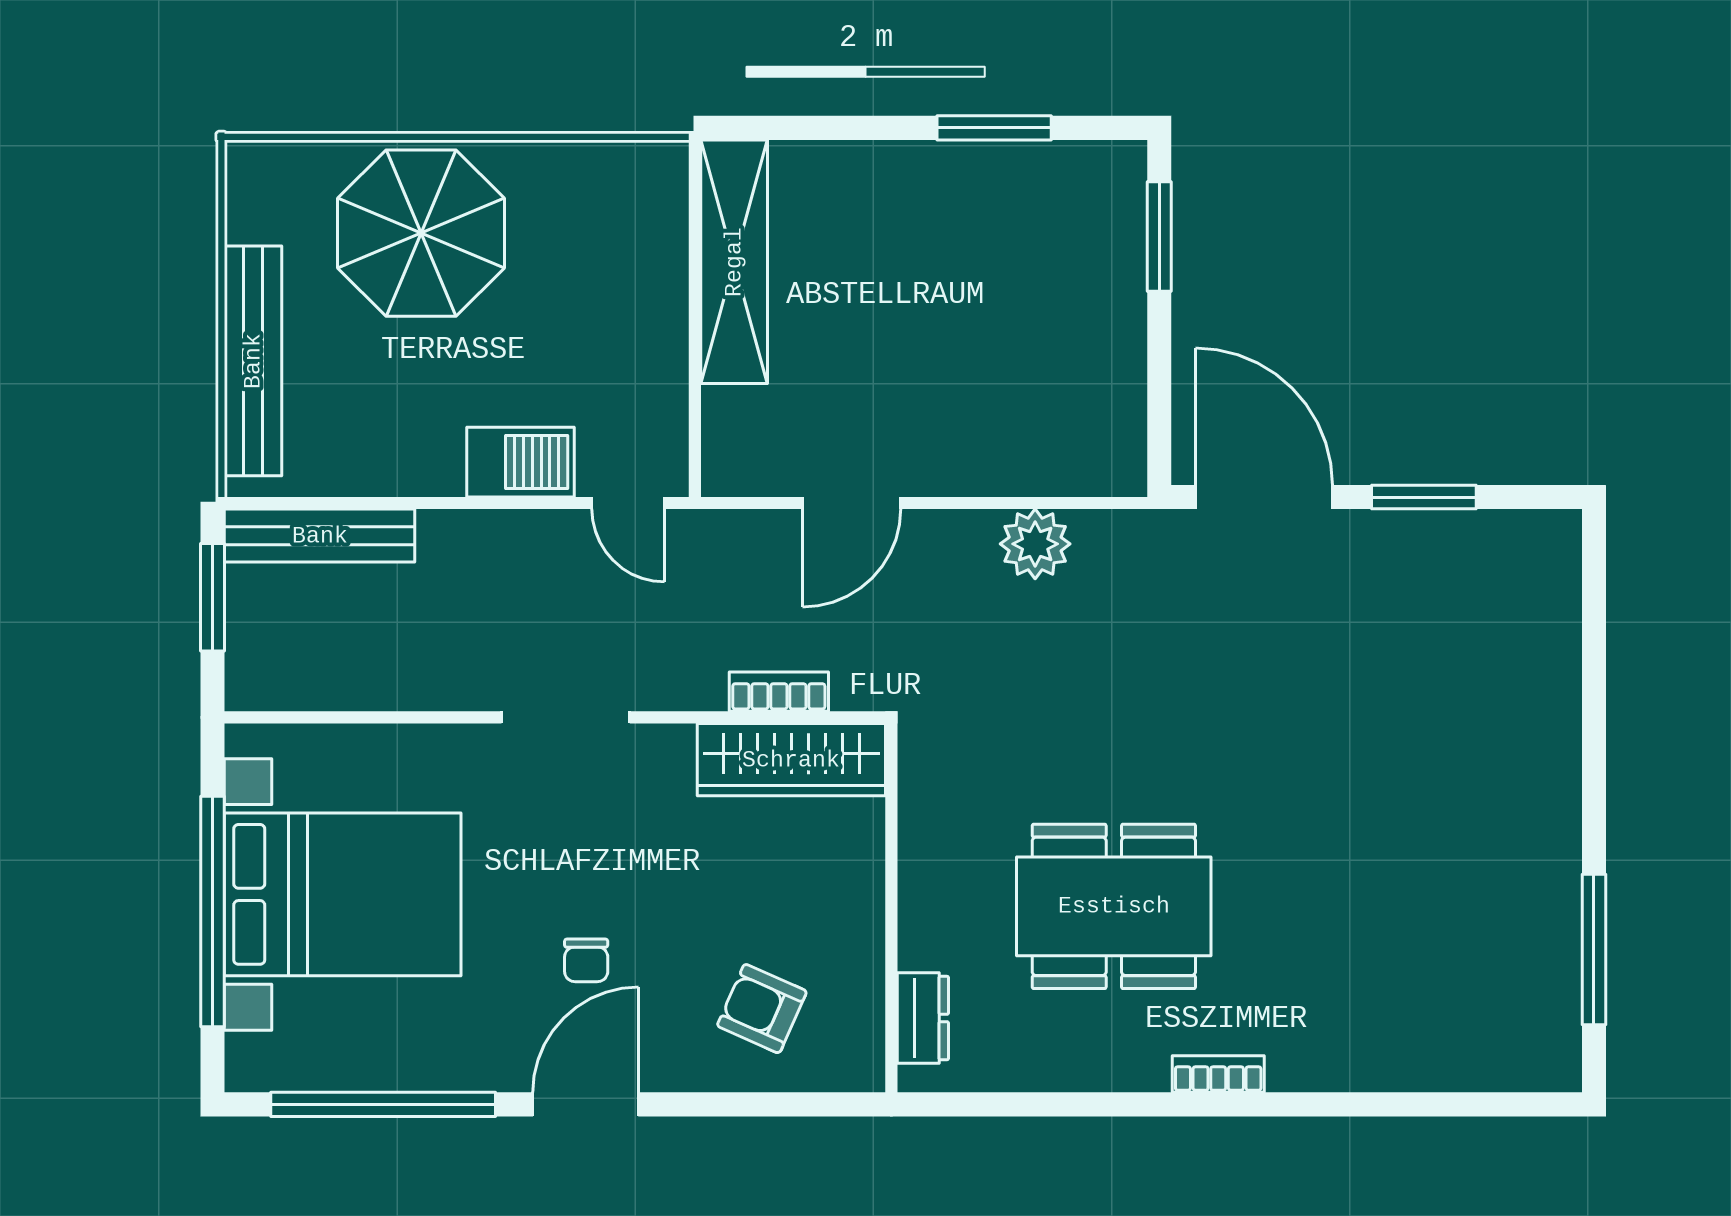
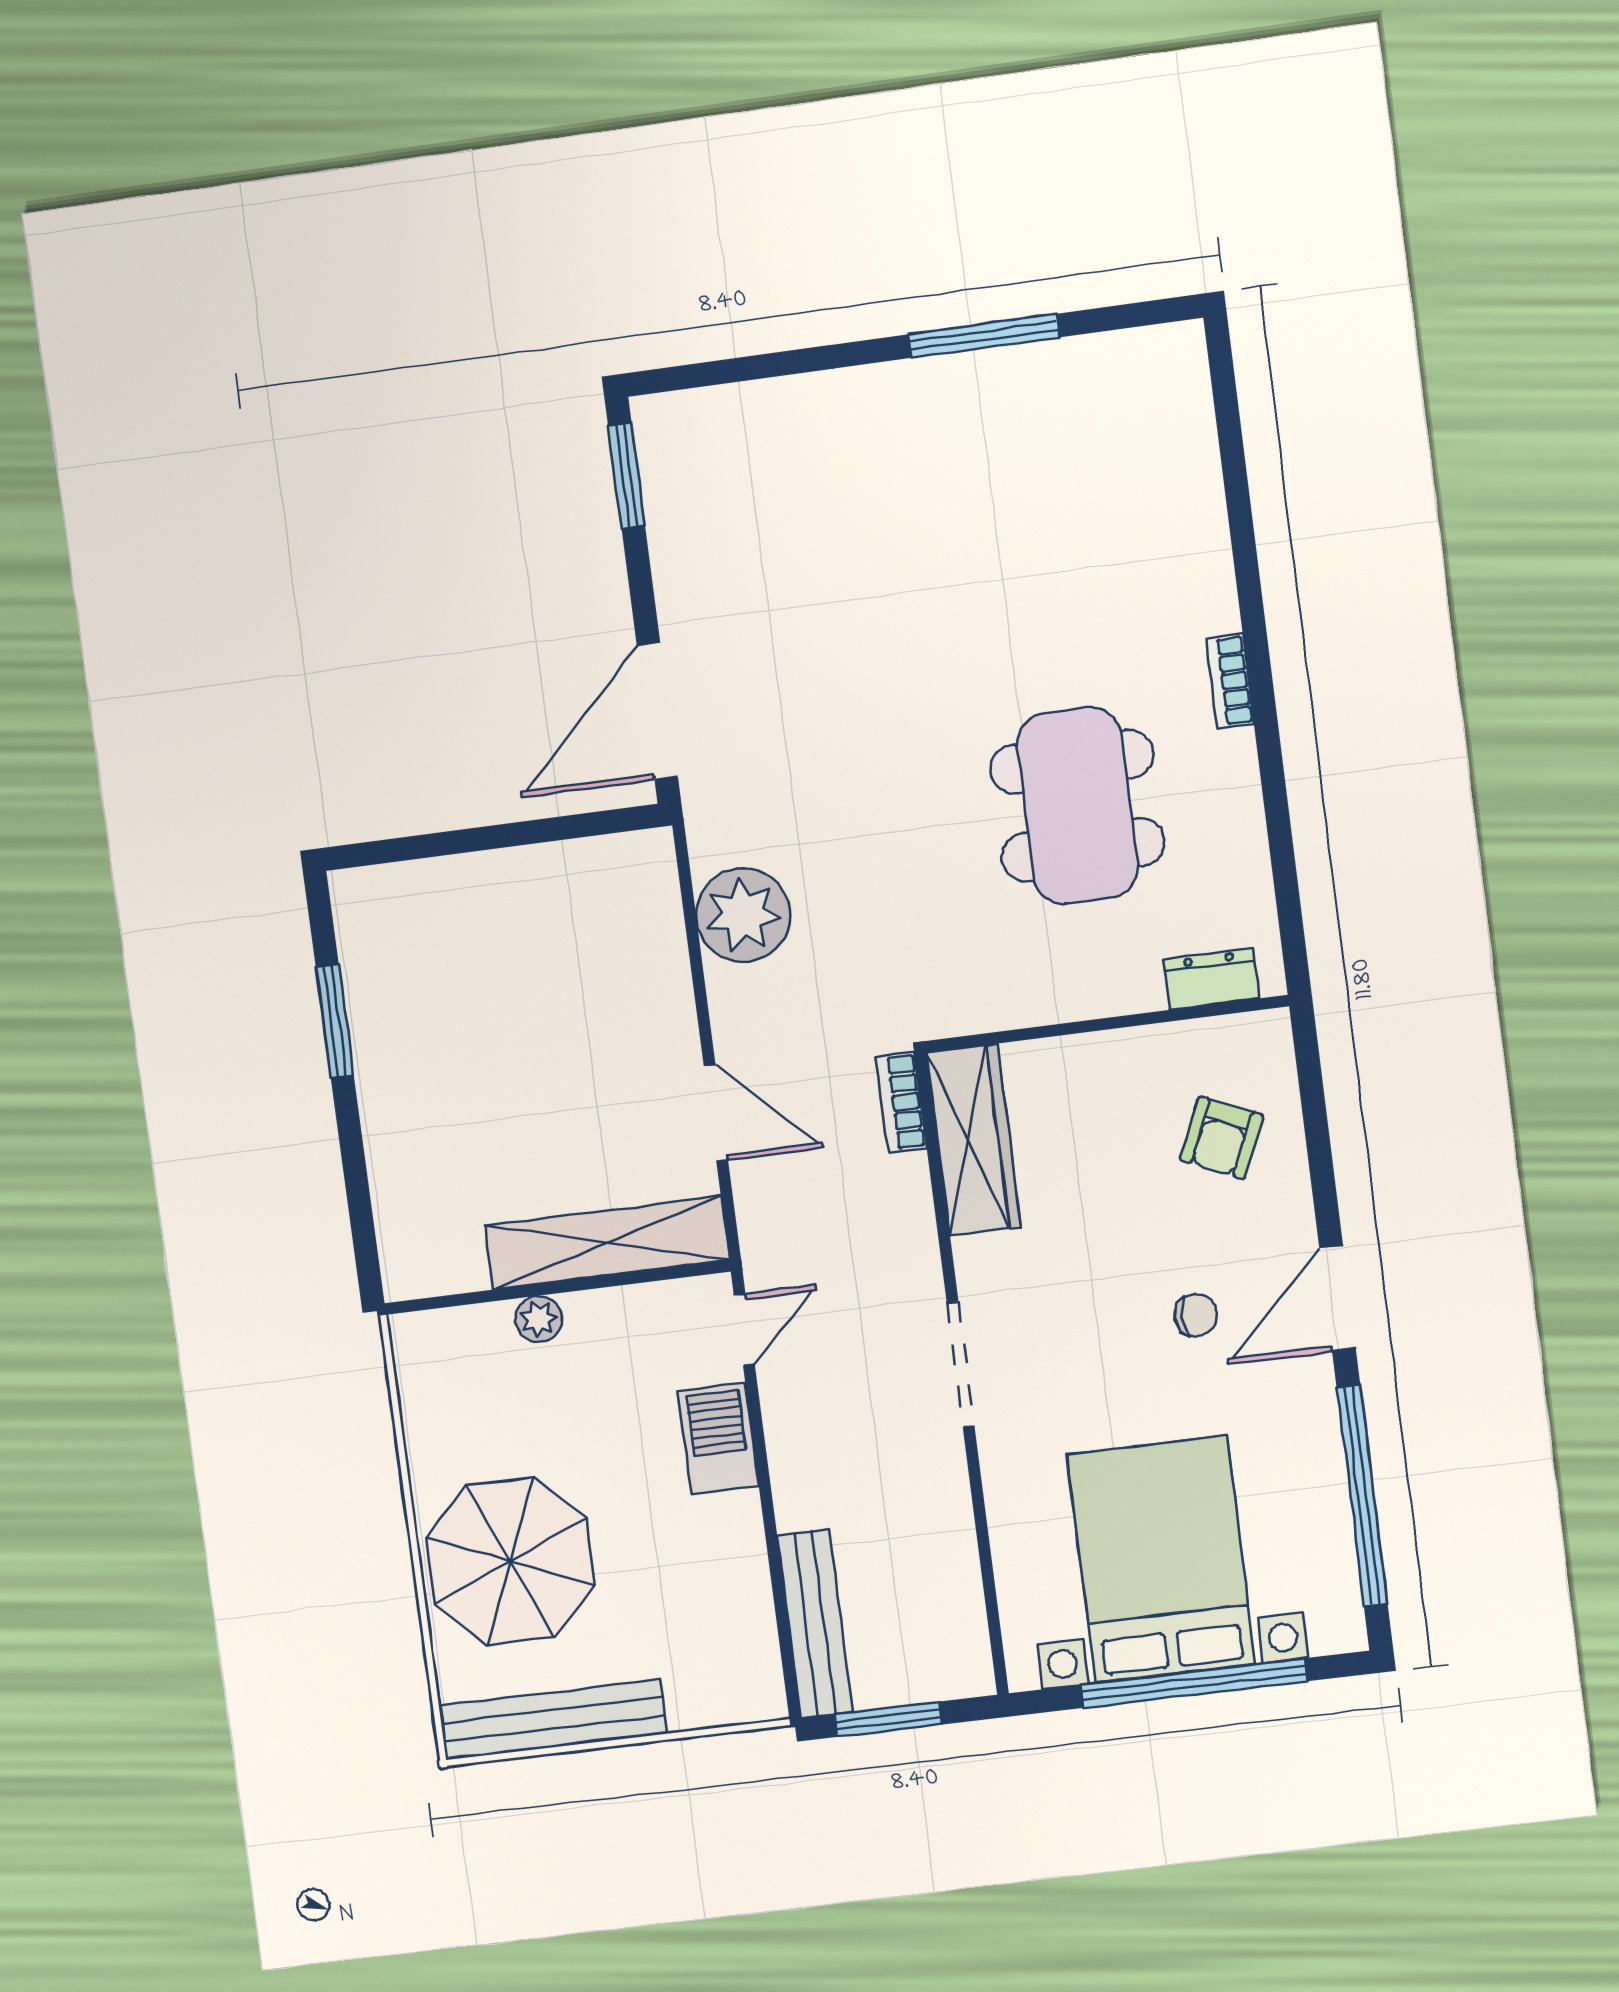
window: (1159, 237) -> (418, 847), removed
shelving: (734, 262) -> (607, 1243), moved
plant: (665, 295) -> (539, 1319), added
bench: (253, 361) -> (553, 1720), moved
window: (1424, 497) -> (626, 475), moved
plant: (1035, 544) -> (743, 915), width x1.36, depth x1.36
bookcase: (779, 692) -> (901, 1102), moved
window: (1594, 950) -> (984, 336), moved
door: (586, 1104) -> (1337, 1298), hinge flipped

